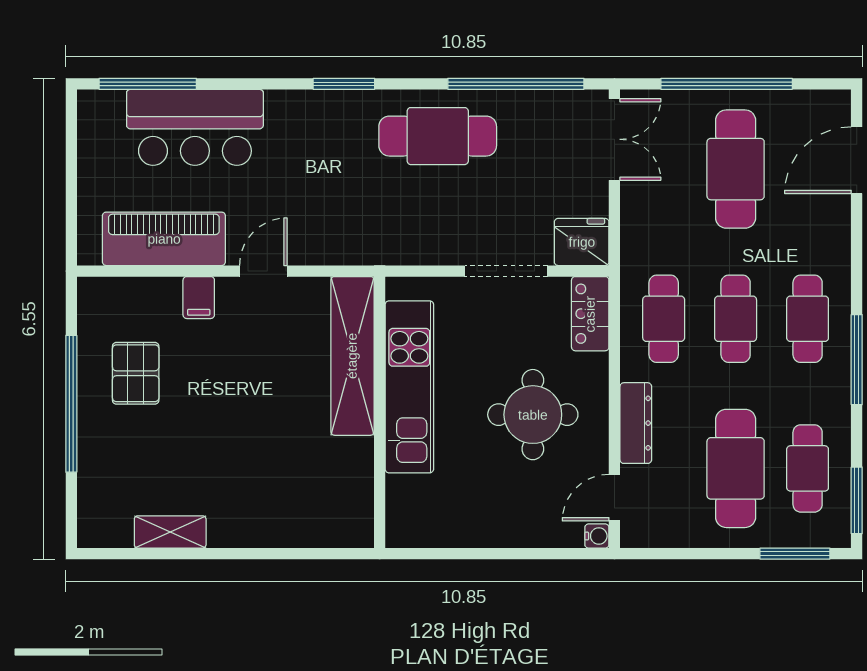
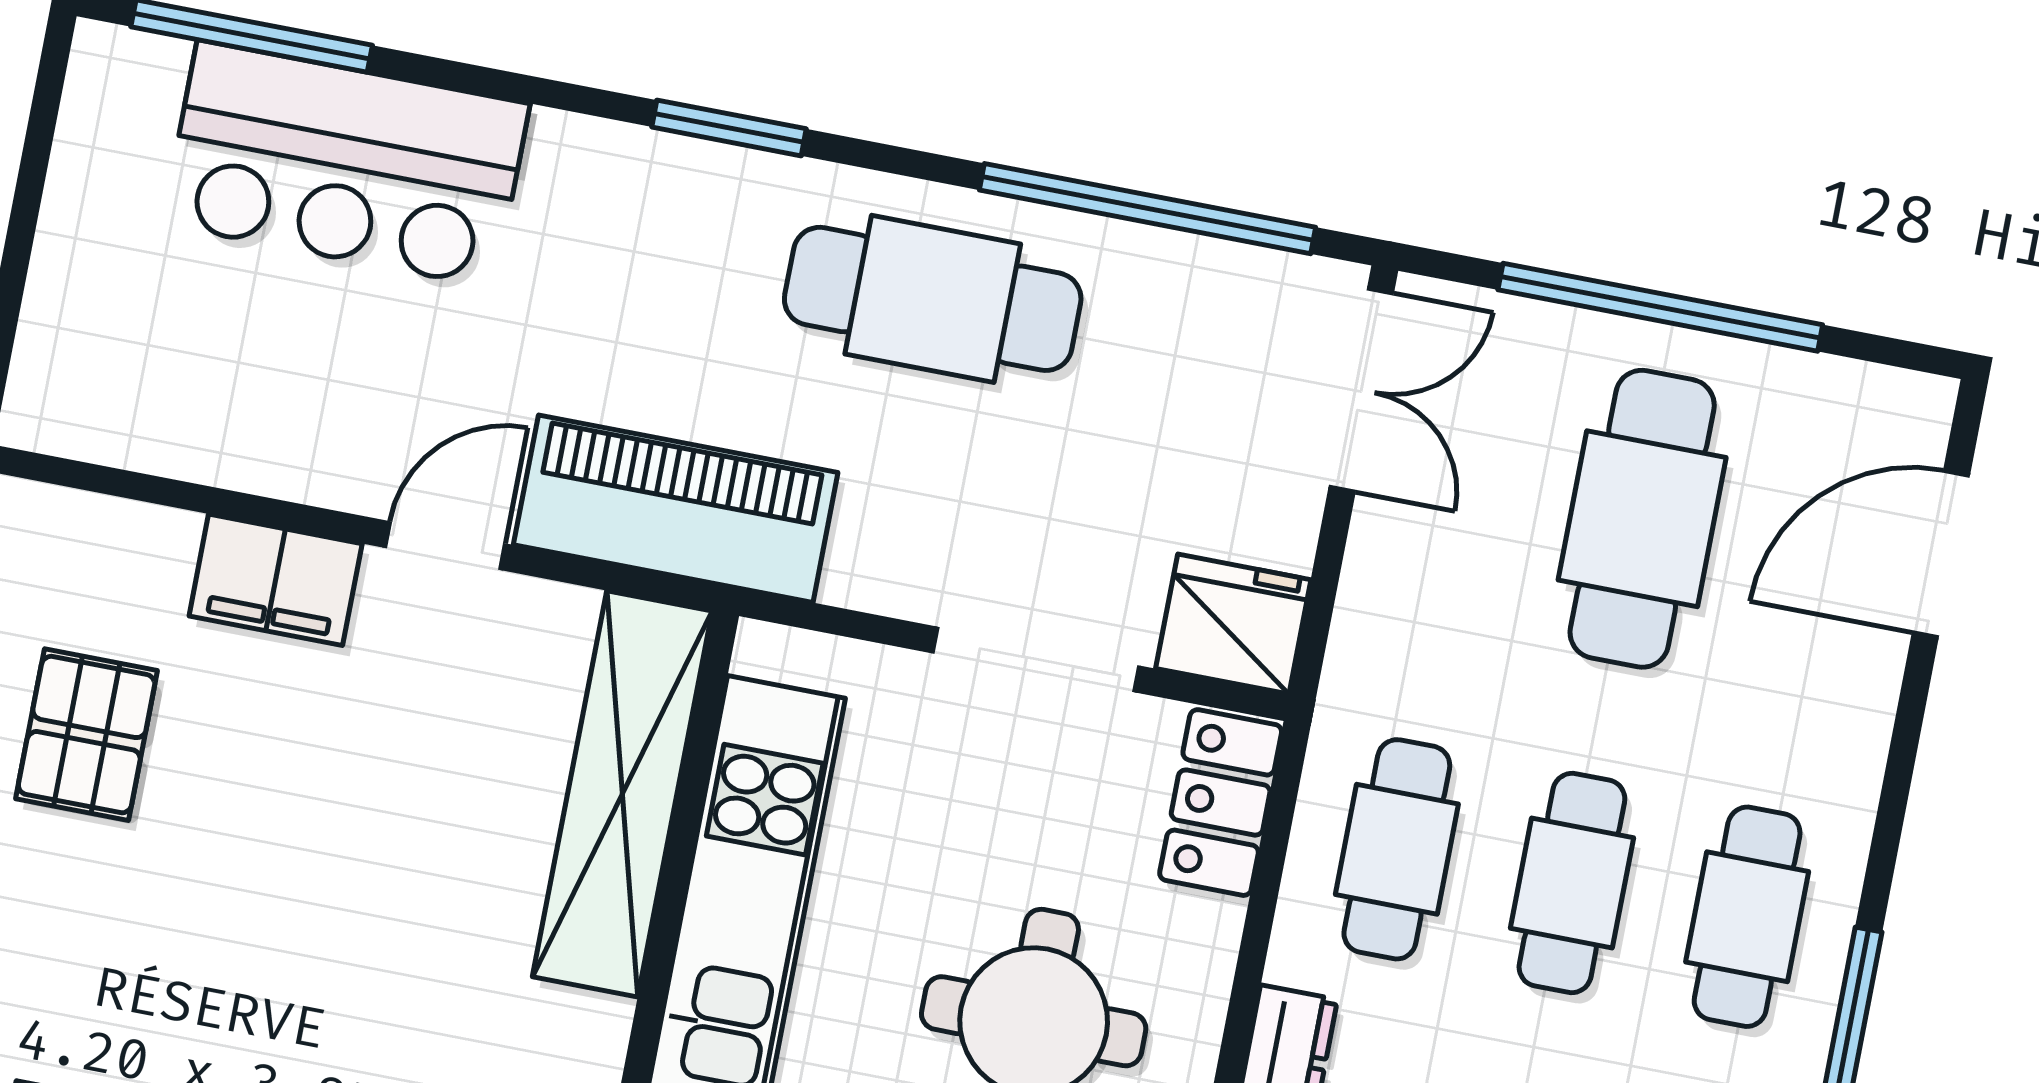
piano: (164, 239) -> (676, 509), moved
filing cabinet: (199, 298) -> (276, 580), width x2.00

